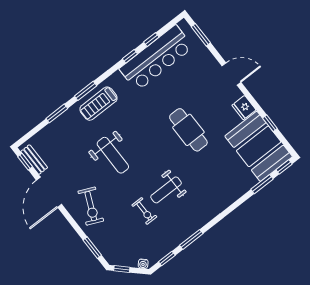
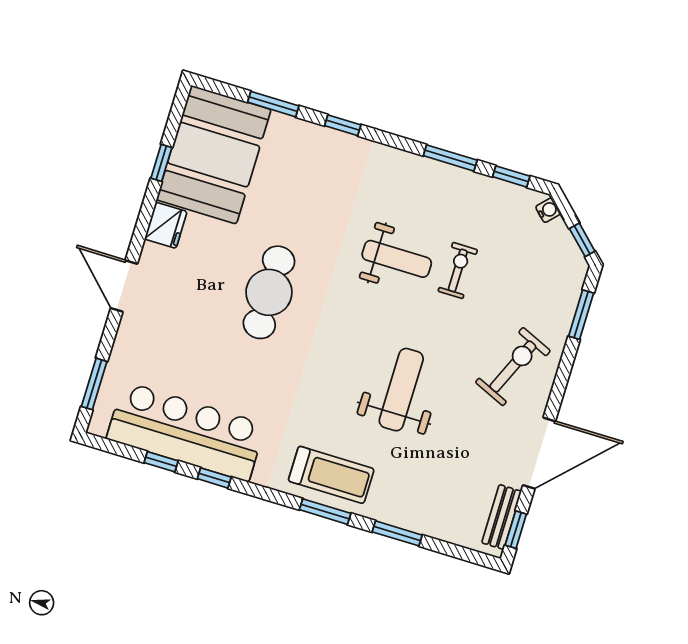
window: (284, 167) -> (343, 125), moved

